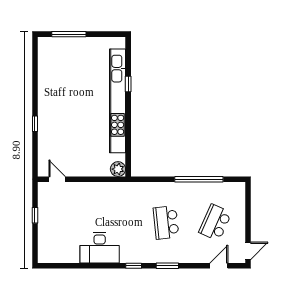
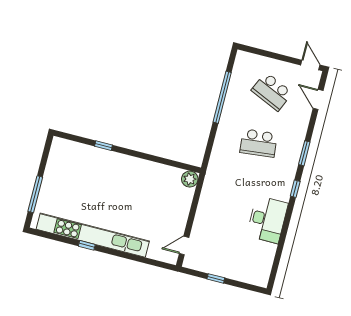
kitchen unit: (118, 101) -> (93, 235), moved, turned 180
window: (35, 124) -> (87, 245), moved

